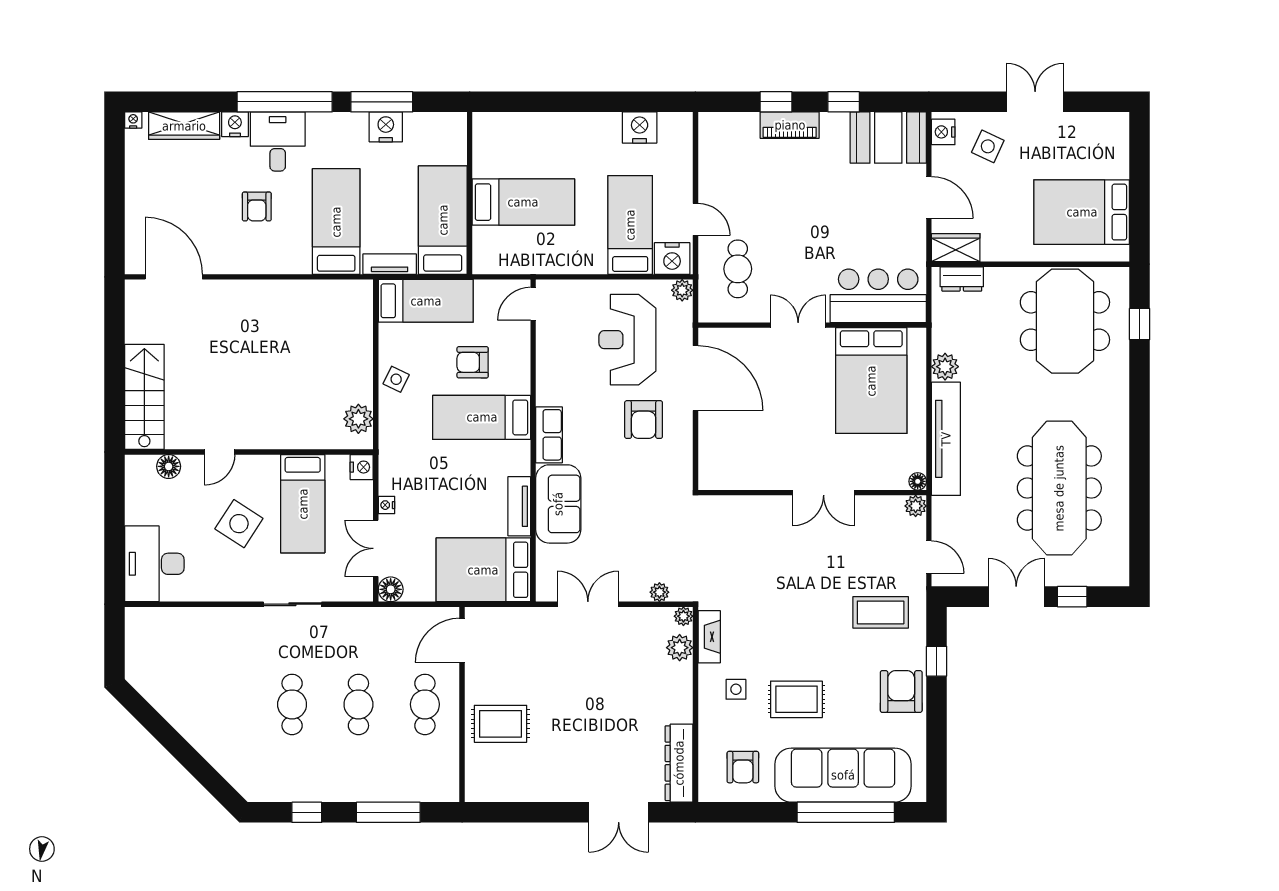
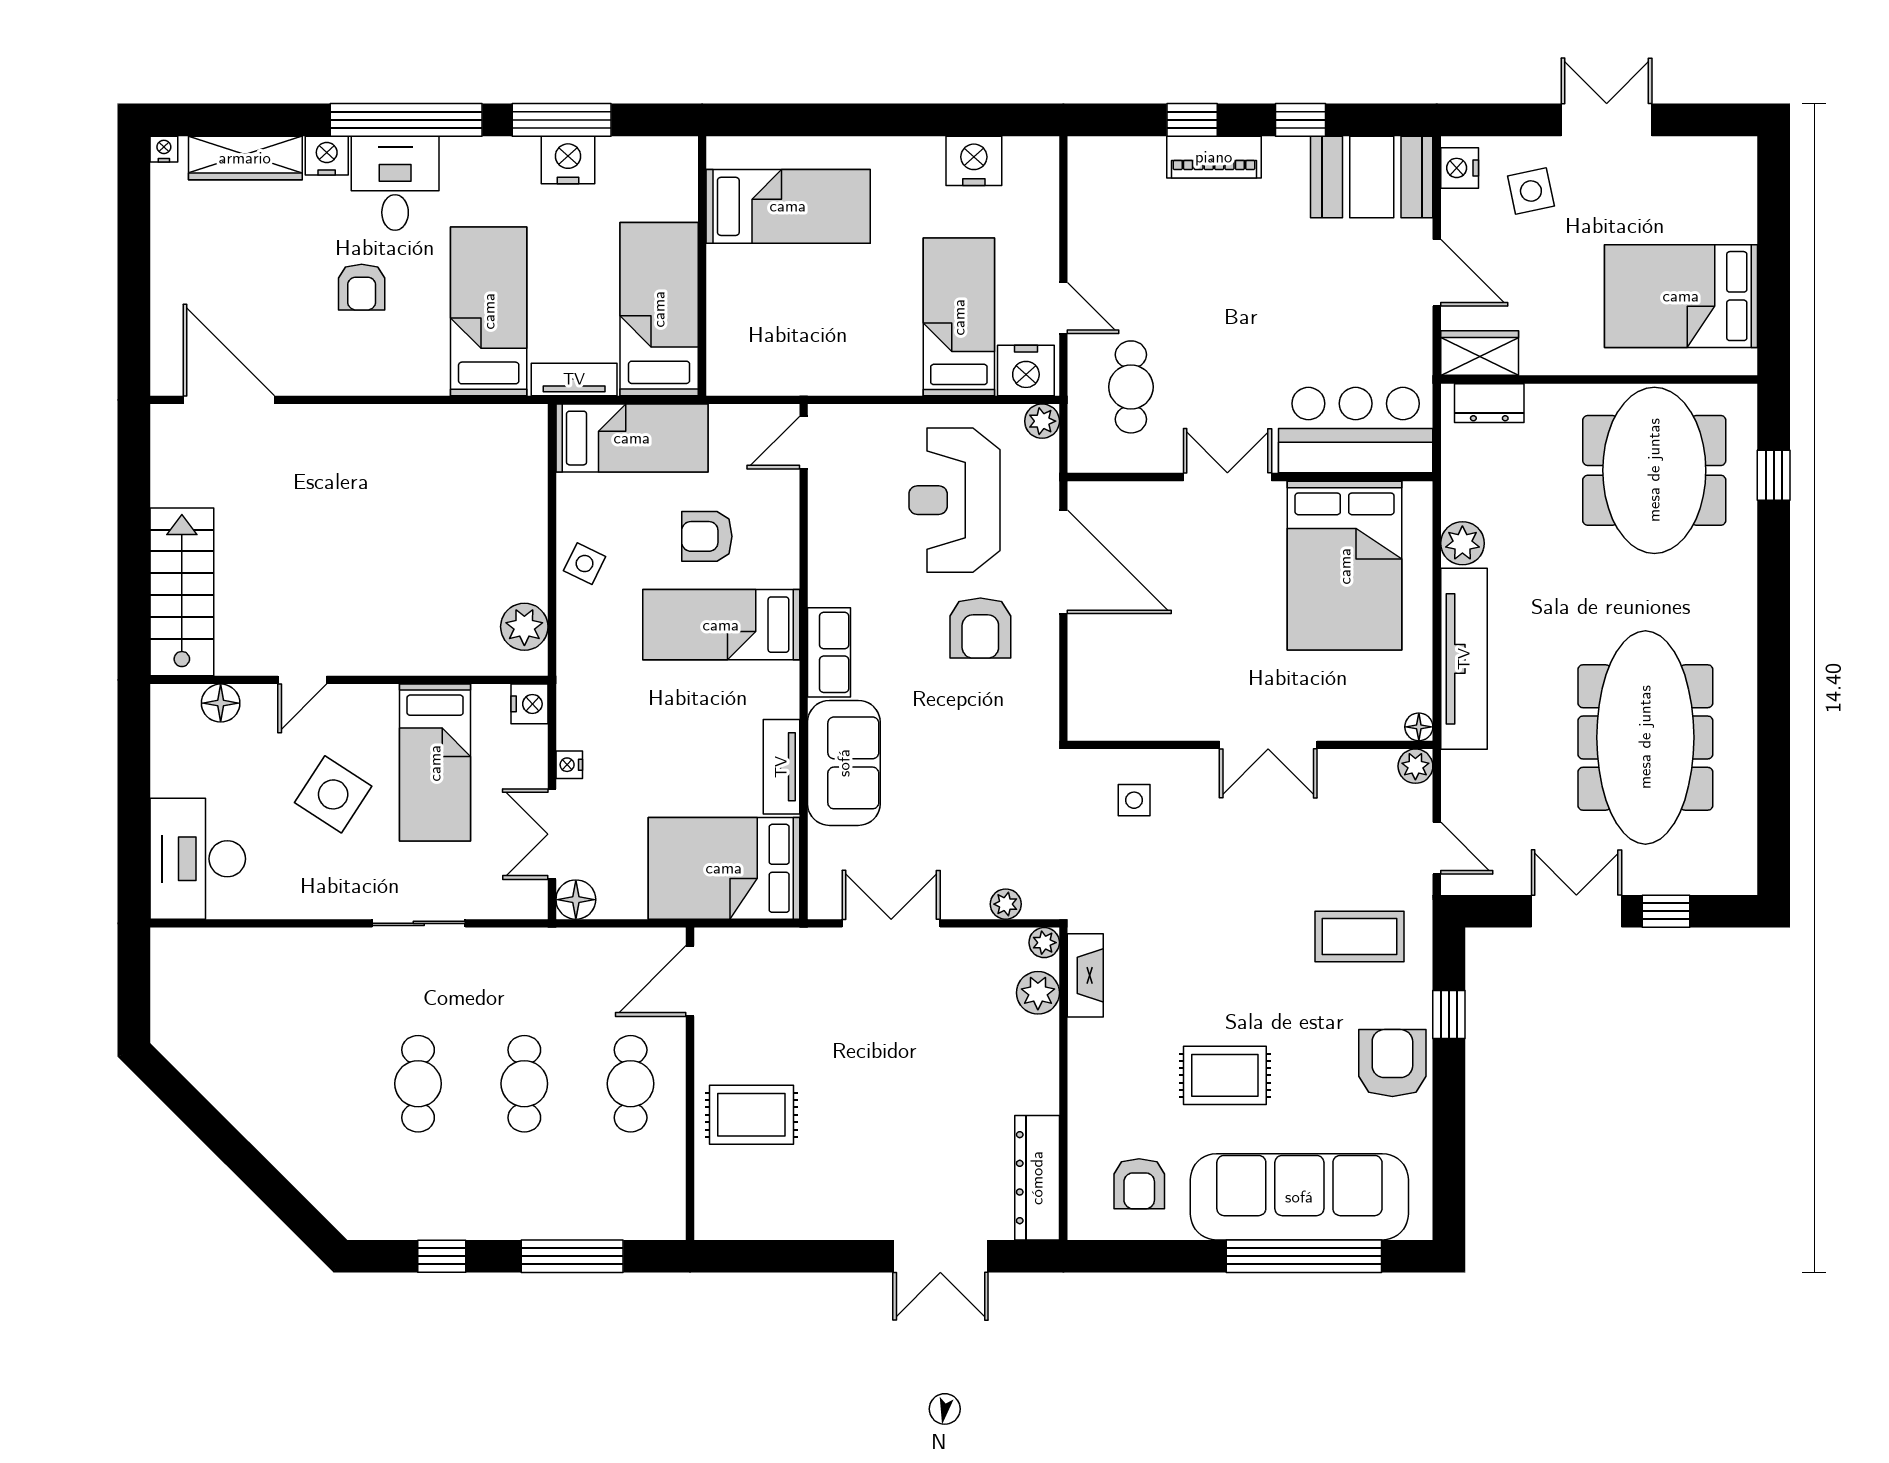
side table: (988, 146) -> (1531, 191), turned -37
bed: (523, 202) -> (788, 206), moved
side table: (736, 689) -> (1134, 800), moved

